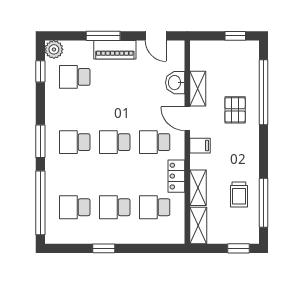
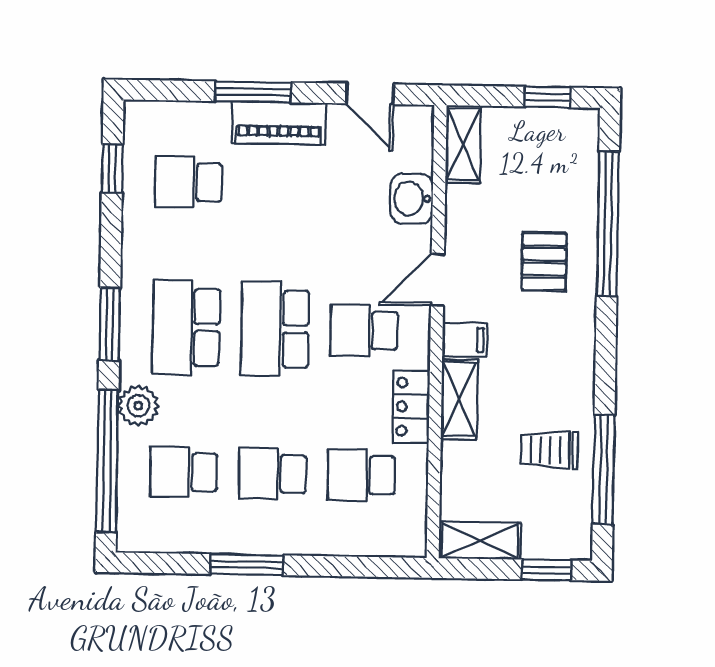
plant: (54, 49) -> (138, 406), moved
shelving: (198, 89) -> (463, 144), moved
door: (187, 119) -> (437, 280), hinge flipped
school desk: (75, 142) -> (186, 327), width x1.85
school desk: (115, 142) -> (275, 329), width x1.85
shelving: (198, 188) -> (459, 399), moved
trolley: (239, 194) -> (549, 450), turned 90
shelving: (198, 226) -> (480, 540), moved, turned 90
window: (104, 248) -> (247, 565), width x1.50

